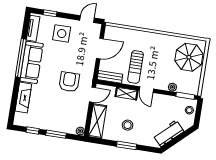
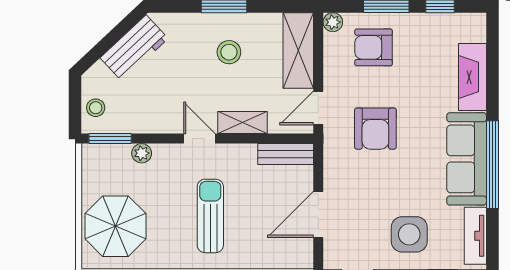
sun lounger: (135, 67) -> (210, 216), moved
armchair: (64, 117) -> (374, 47), added

